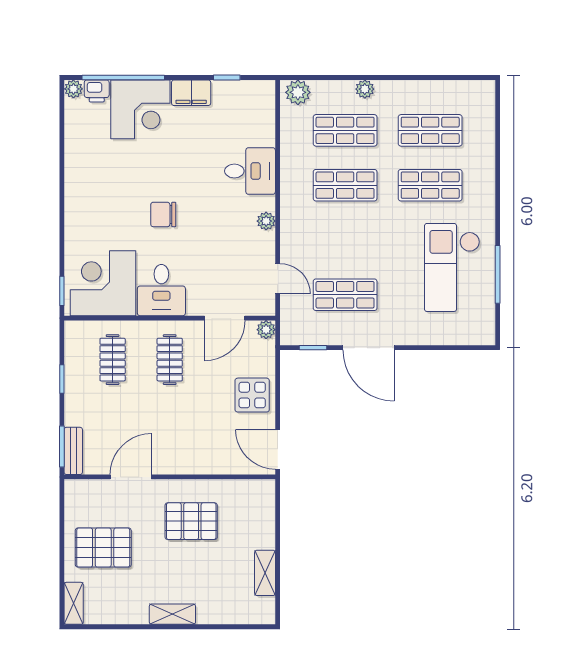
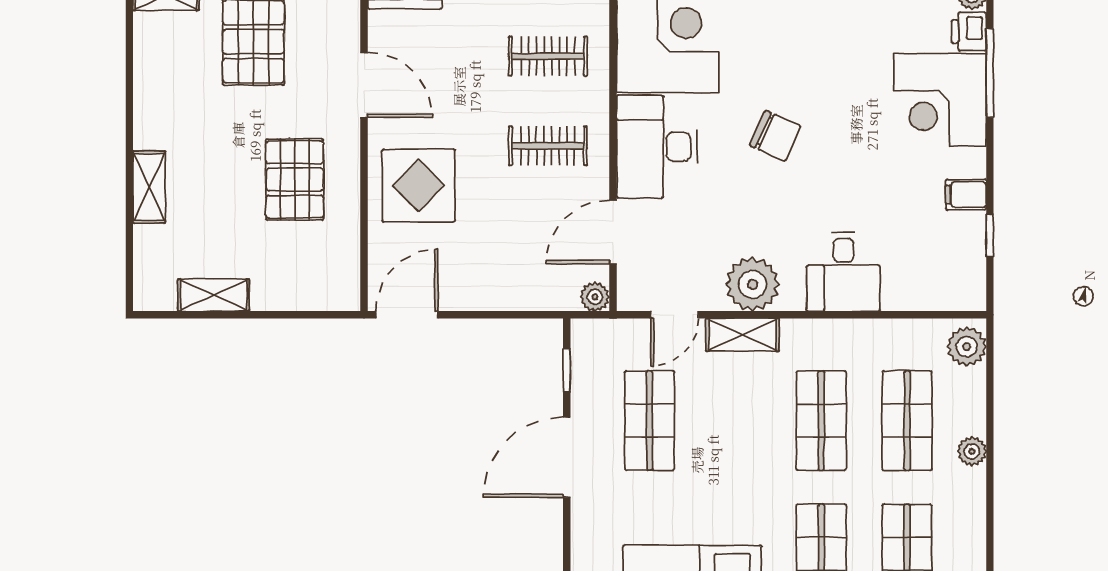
window: (123, 78) -> (990, 73), width x0.68
filing cabinet: (191, 93) -> (966, 195), width x0.50
chair: (163, 214) -> (775, 136), turned 114
plant: (266, 221) -> (753, 284), width x1.88, depth x1.88
shelving: (290, 235) -> (742, 335), added
desk: (161, 290) -> (657, 147), width x1.37
door: (225, 318) -> (613, 232), hinge flipped
display table: (252, 395) -> (419, 185), moved, width x1.36, depth x1.36
shelving: (172, 614) -> (149, 187), moved

